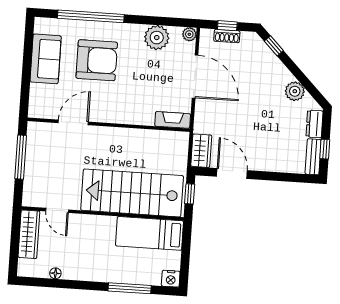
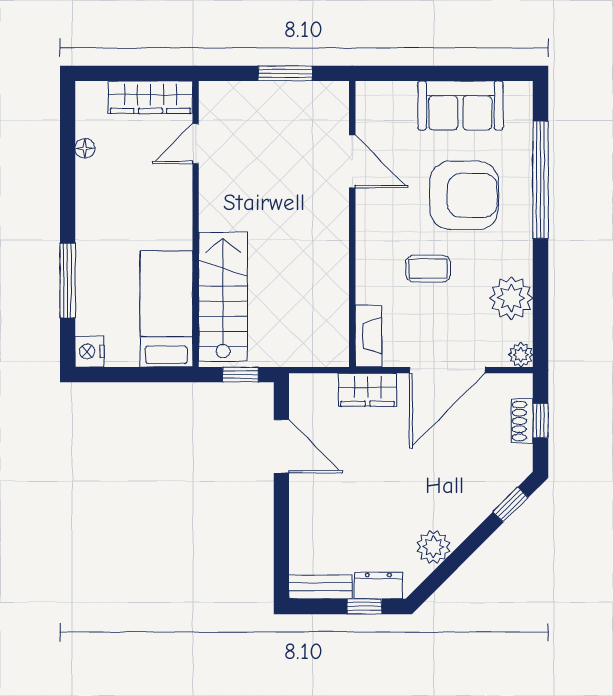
armchair: (97, 60) -> (464, 195), turned -90
coffee table: (137, 83) -> (428, 269), added
window: (325, 149) -> (364, 607), moved
wardrobe: (201, 151) -> (368, 390), moved
window: (21, 157) -> (285, 73), width x0.69
door: (232, 173) -> (281, 446), hinge flipped
stairs: (132, 193) -> (223, 297), width x0.73, depth x0.66

